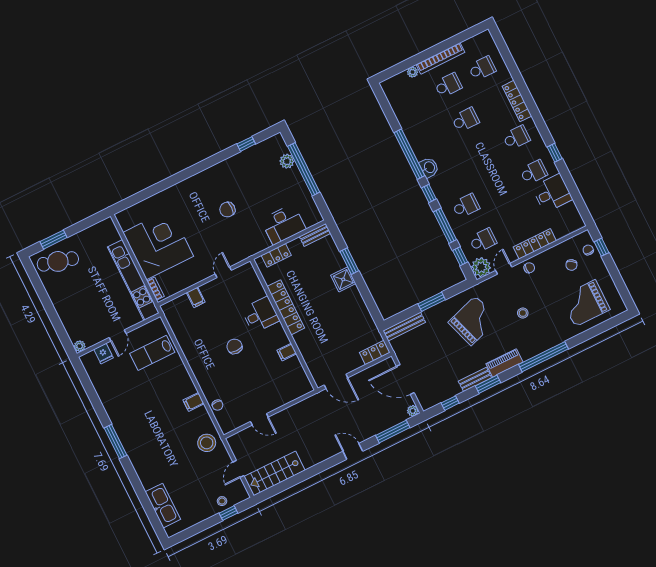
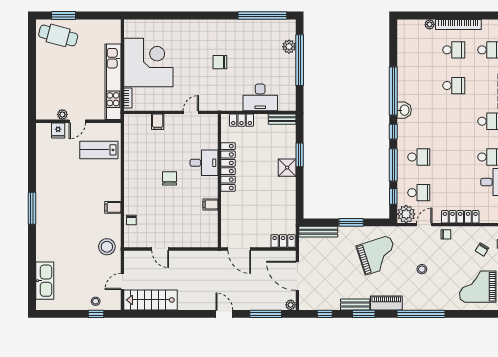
window: (246, 144) -> (262, 16), width x3.17
plant: (80, 346) -> (62, 115), moved

